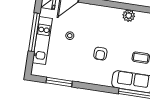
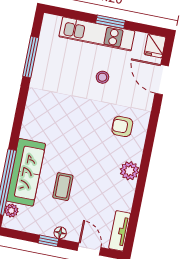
window: (34, 32) -> (111, 22), width x0.47
armchair: (100, 54) -> (122, 126), moved

